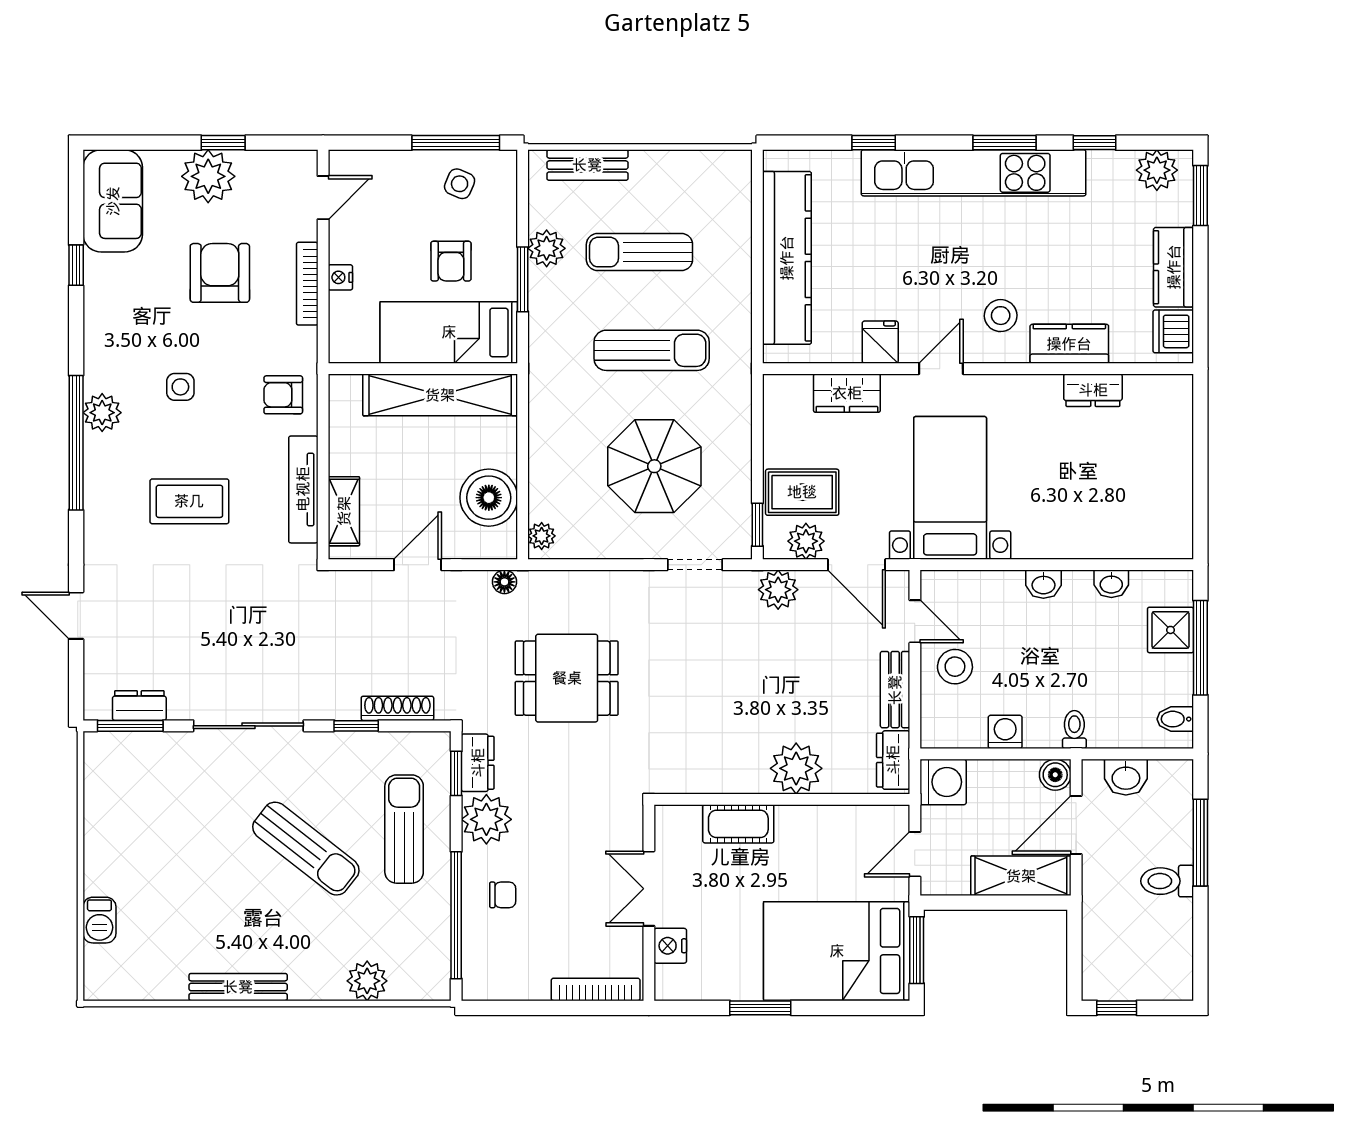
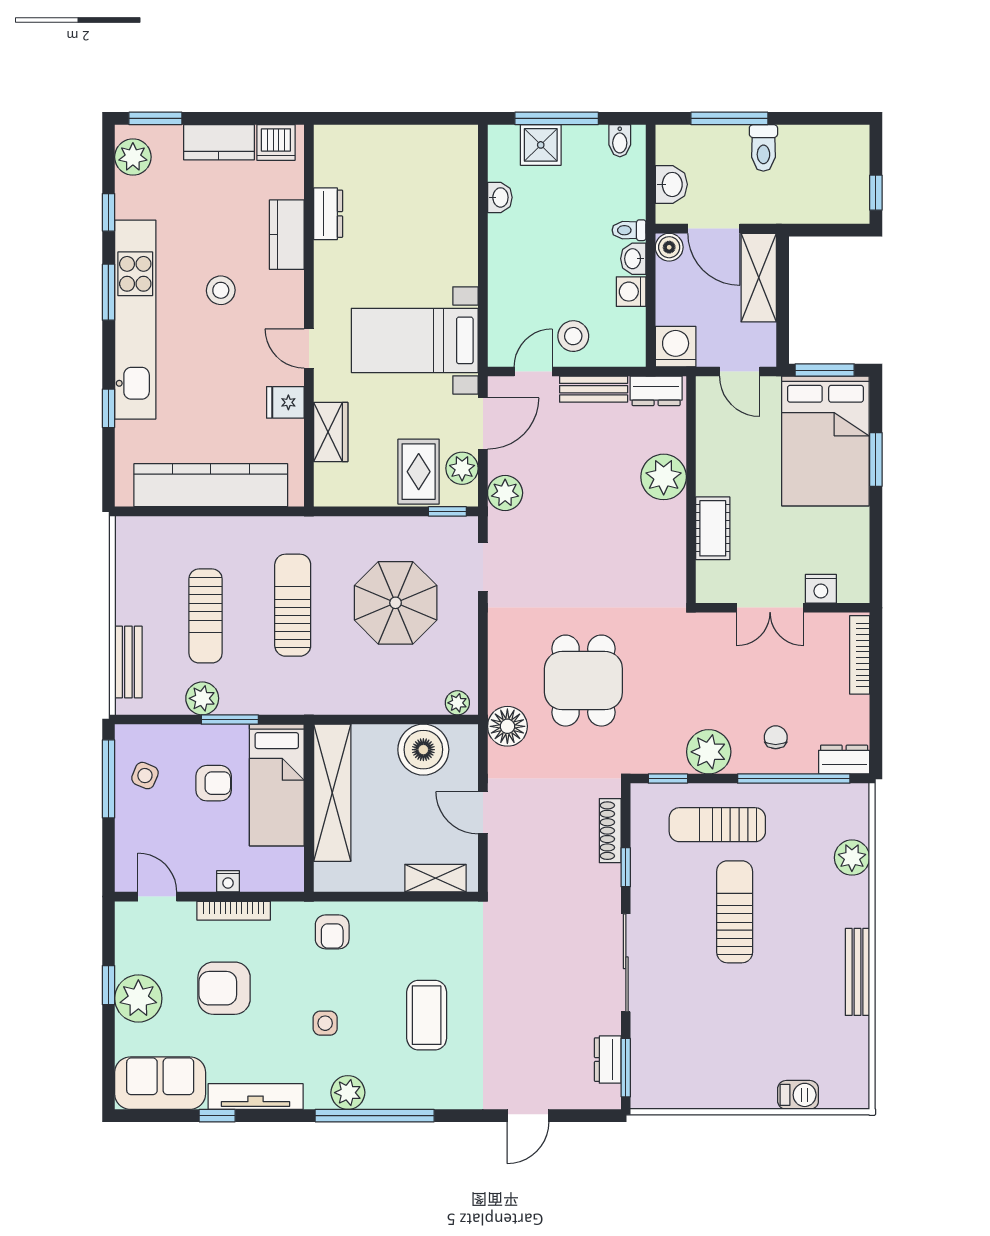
stool: (1001, 316) -> (221, 290), moved
tv unit: (303, 489) -> (256, 1097), moved, turned 180
floor lamp: (504, 582) -> (507, 726), width x1.89, depth x1.89
washbasin: (1043, 584) -> (633, 259), moved, turned 180
dresser: (478, 763) -> (844, 760), moved
sun lounger: (306, 849) -> (735, 912), turned -38
window: (760, 1008) -> (876, 459), moved

